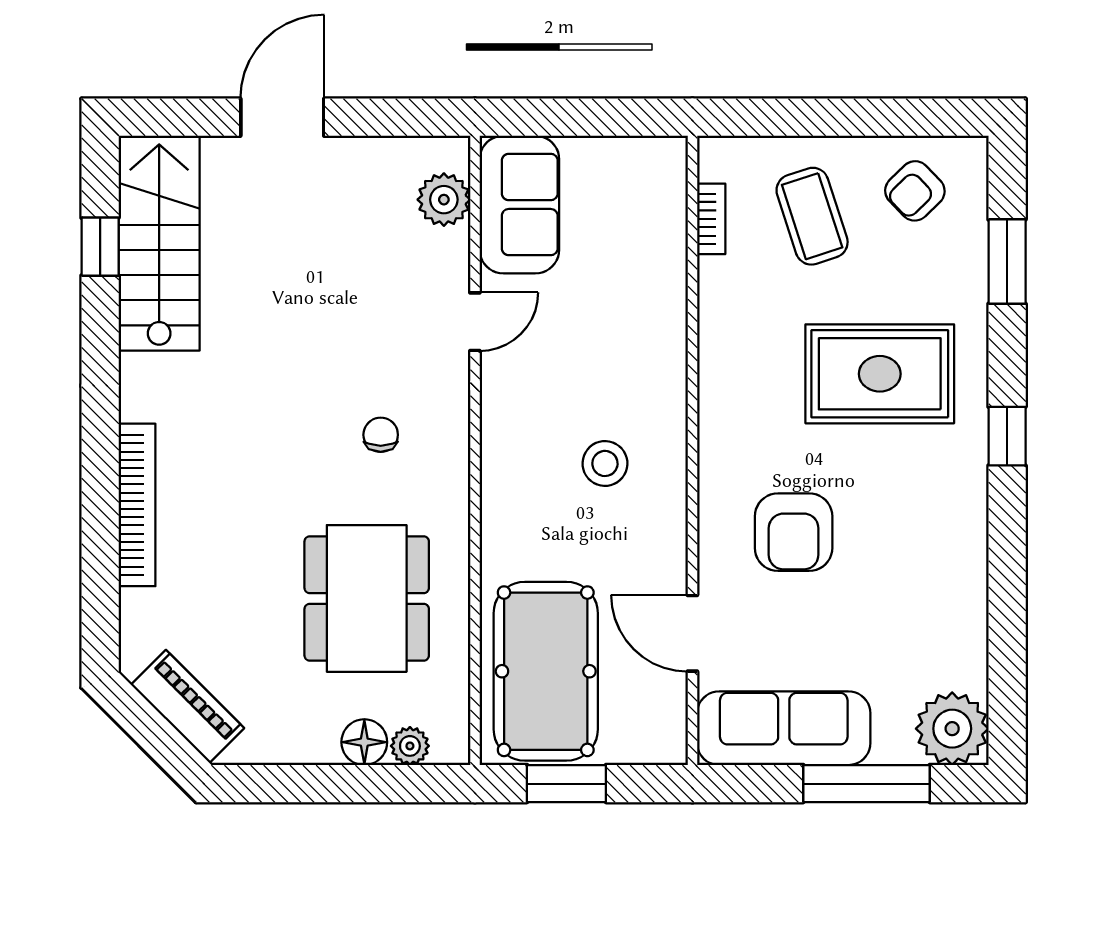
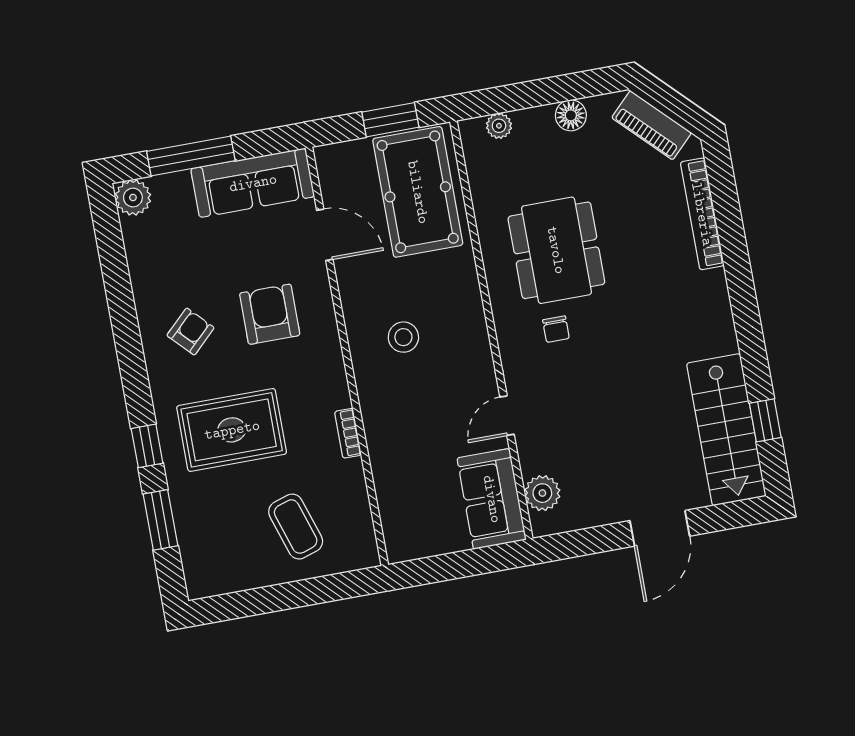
armchair: (915, 191) -> (190, 332), moved
bookcase: (711, 219) -> (348, 433), moved
window: (1007, 436) -> (147, 446), moved
bookcase: (137, 505) -> (702, 214), moved
dining table: (367, 598) -> (556, 250), moved
plant: (952, 729) -> (133, 198), width x0.73, depth x0.73
floor lamp: (364, 742) -> (571, 115), moved

